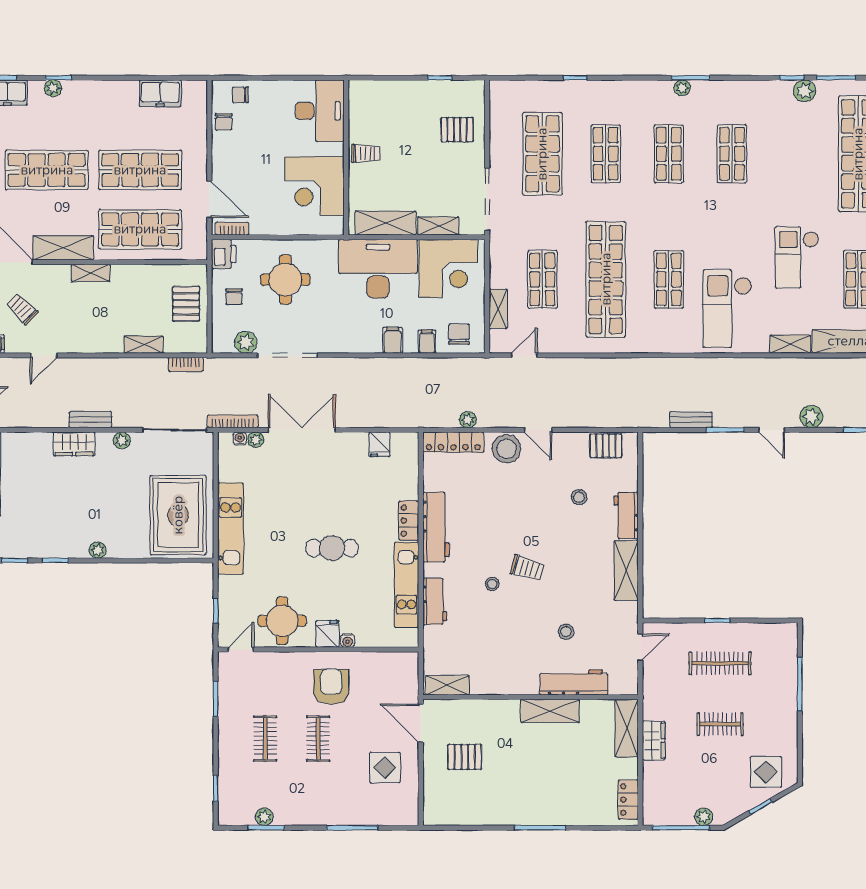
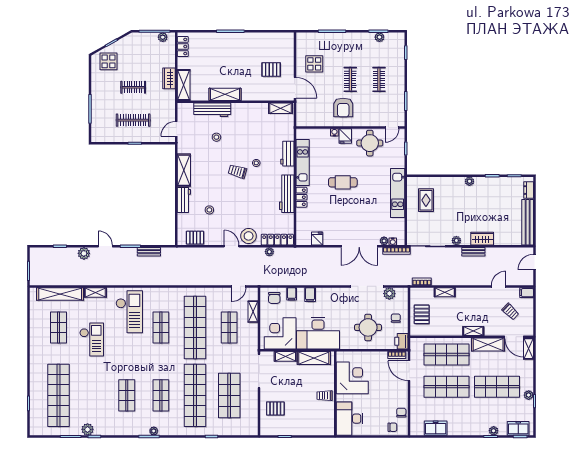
shop shelf: (606, 154) -> (195, 395), width x2.00, depth x1.36
rug: (178, 515) -> (426, 200), width x0.54, depth x0.49
plant: (704, 817) -> (163, 37), moved

